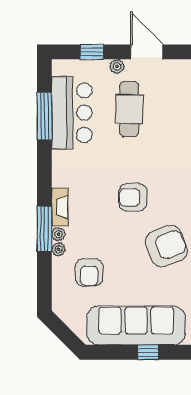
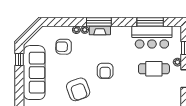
armchair: (133, 197) -> (105, 71), turned 180
window: (44, 229) -> (99, 22), moved
window: (148, 352) -> (19, 59), moved

